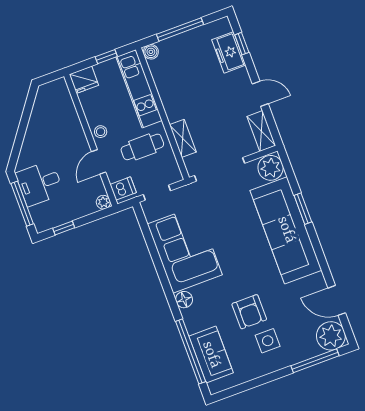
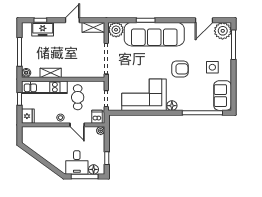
shelving: (183, 138) -> (51, 73), moved
floor lamp: (38, 214) -> (94, 169), added
armchair: (249, 312) -> (180, 69), moved
sofa: (211, 355) -> (223, 96), moved, turned -90

